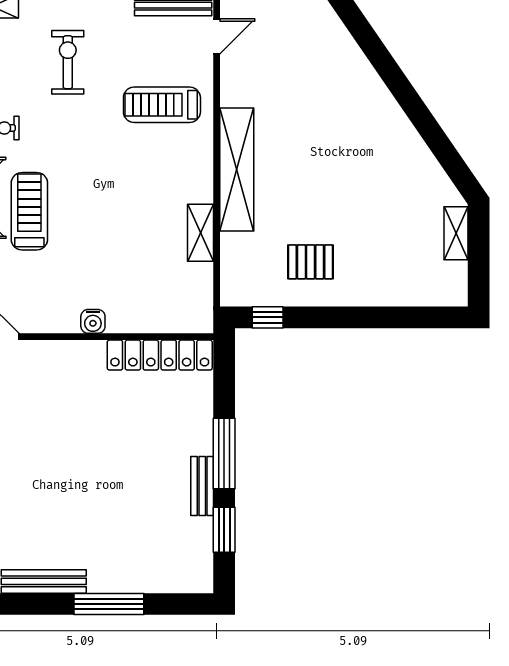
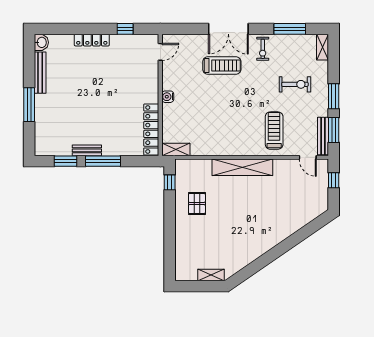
shelving: (201, 233) -> (176, 150), moved

